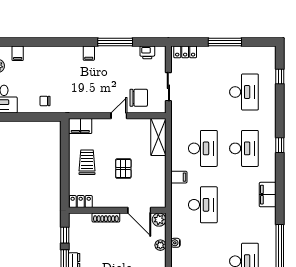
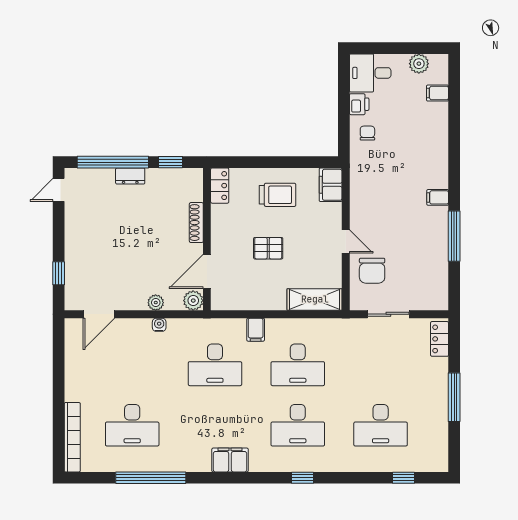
printer: (147, 52) -> (359, 104), moved, turned 180

